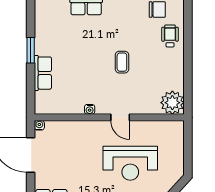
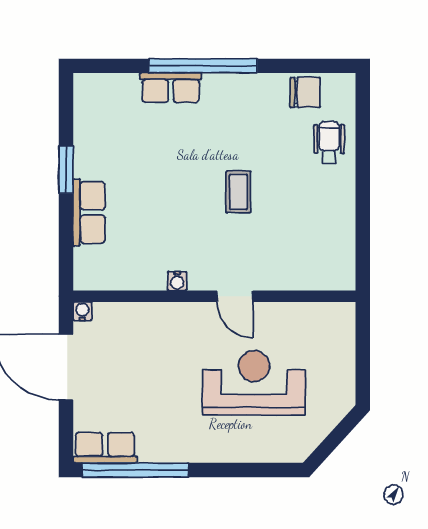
plant: (172, 103) -> (334, 268), removed
reception desk: (130, 163) -> (254, 383), turned 180

